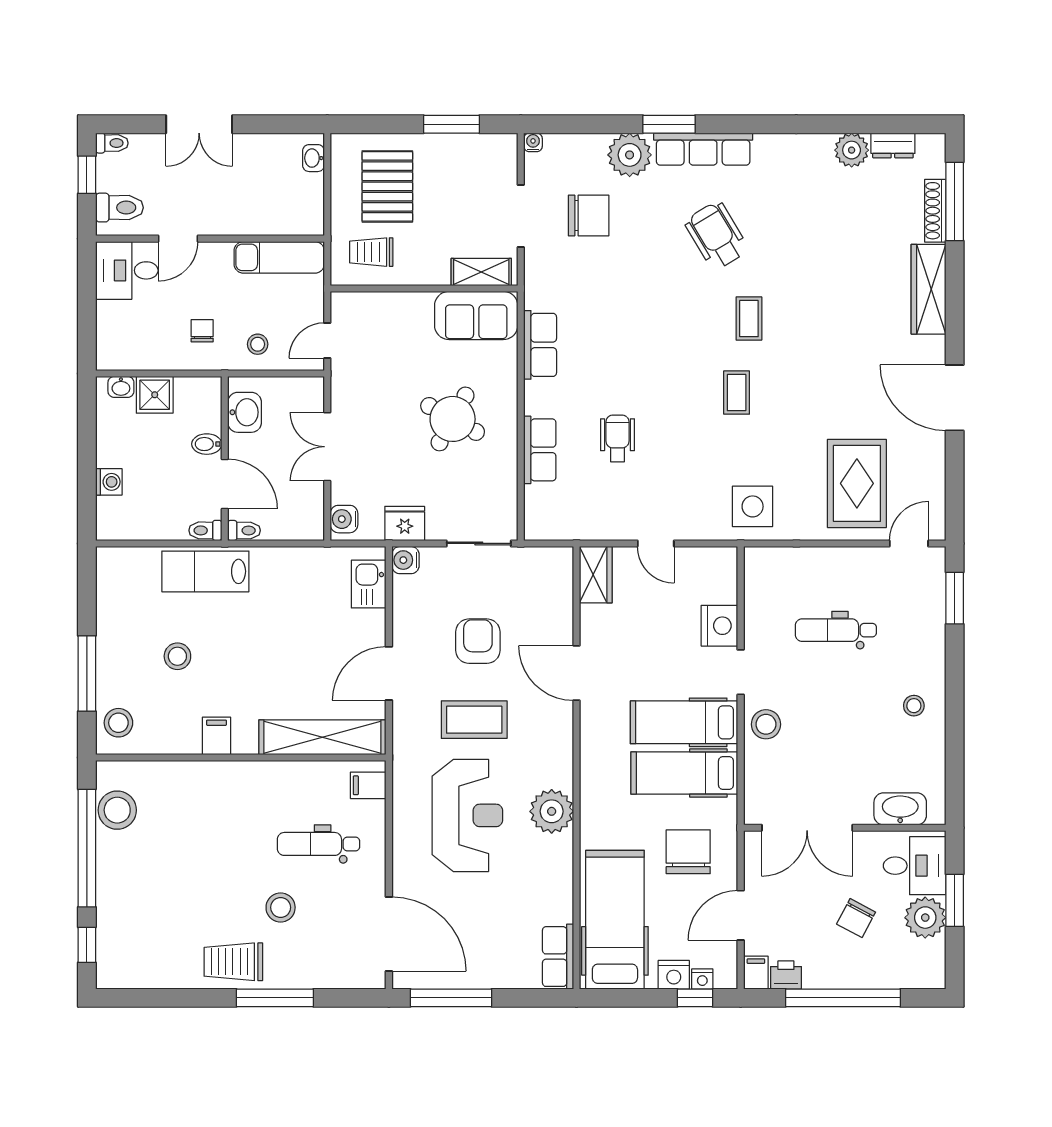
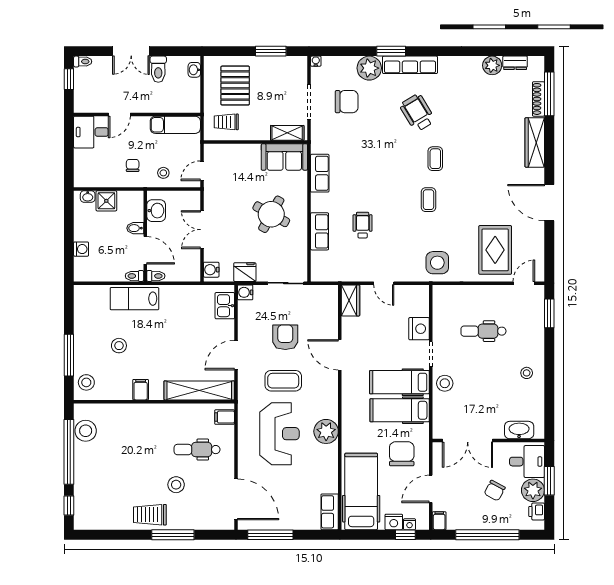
toilet: (120, 208) -> (158, 69), moved, turned 90
printer: (786, 975) -> (537, 511), moved, turned -90

